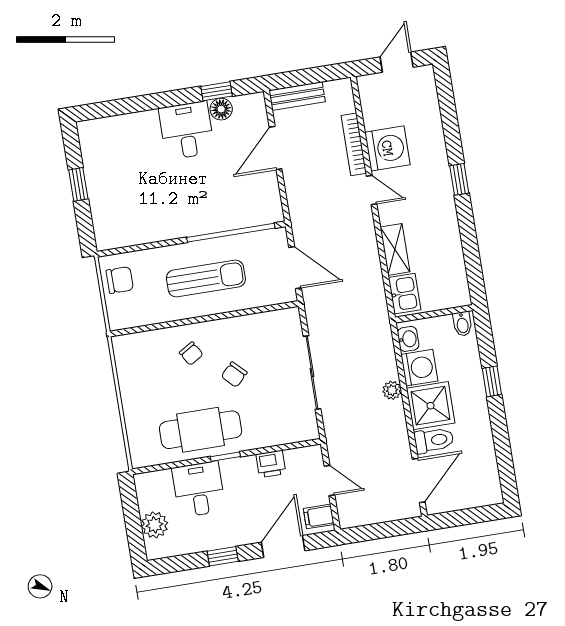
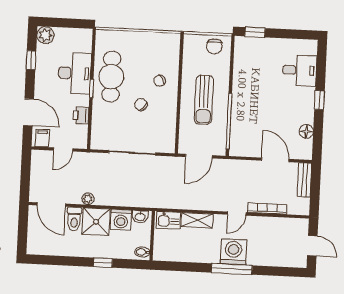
window: (216, 91) -> (319, 100), moved
desk: (187, 130) -> (300, 70), moved
washing machine: (387, 148) -> (233, 252), moved, turned 180
window: (459, 179) -> (232, 269), width x2.17
window: (78, 184) -> (255, 32), moved
plant: (392, 390) -> (88, 199), moved
desk: (199, 489) -> (75, 73), width x1.37
plant: (155, 525) -> (45, 35), moved
window: (223, 556) -> (31, 60), moved

